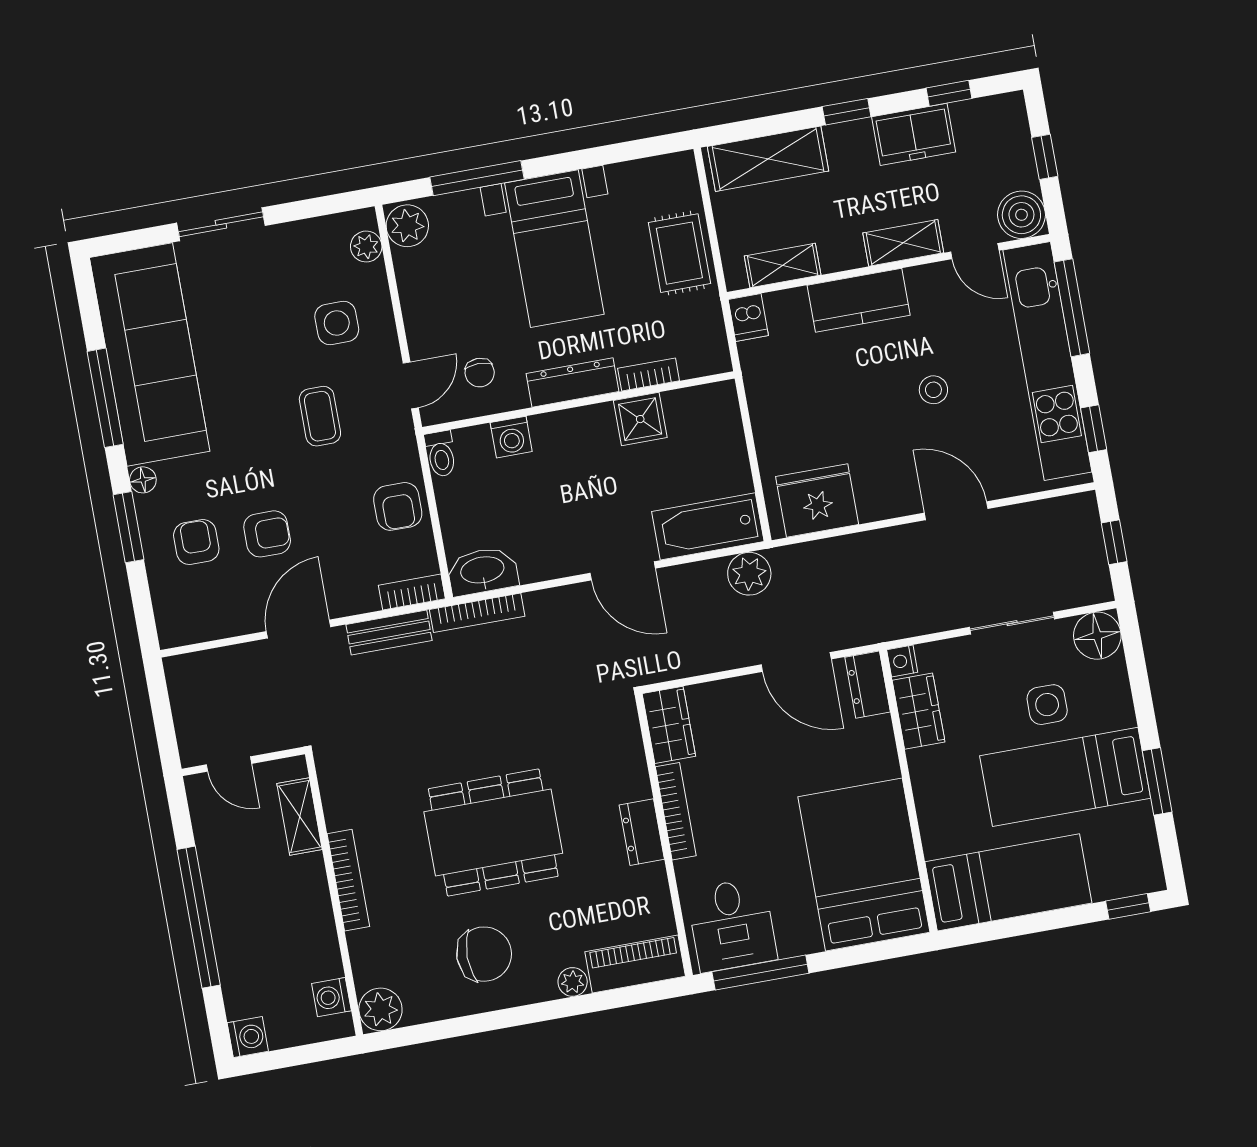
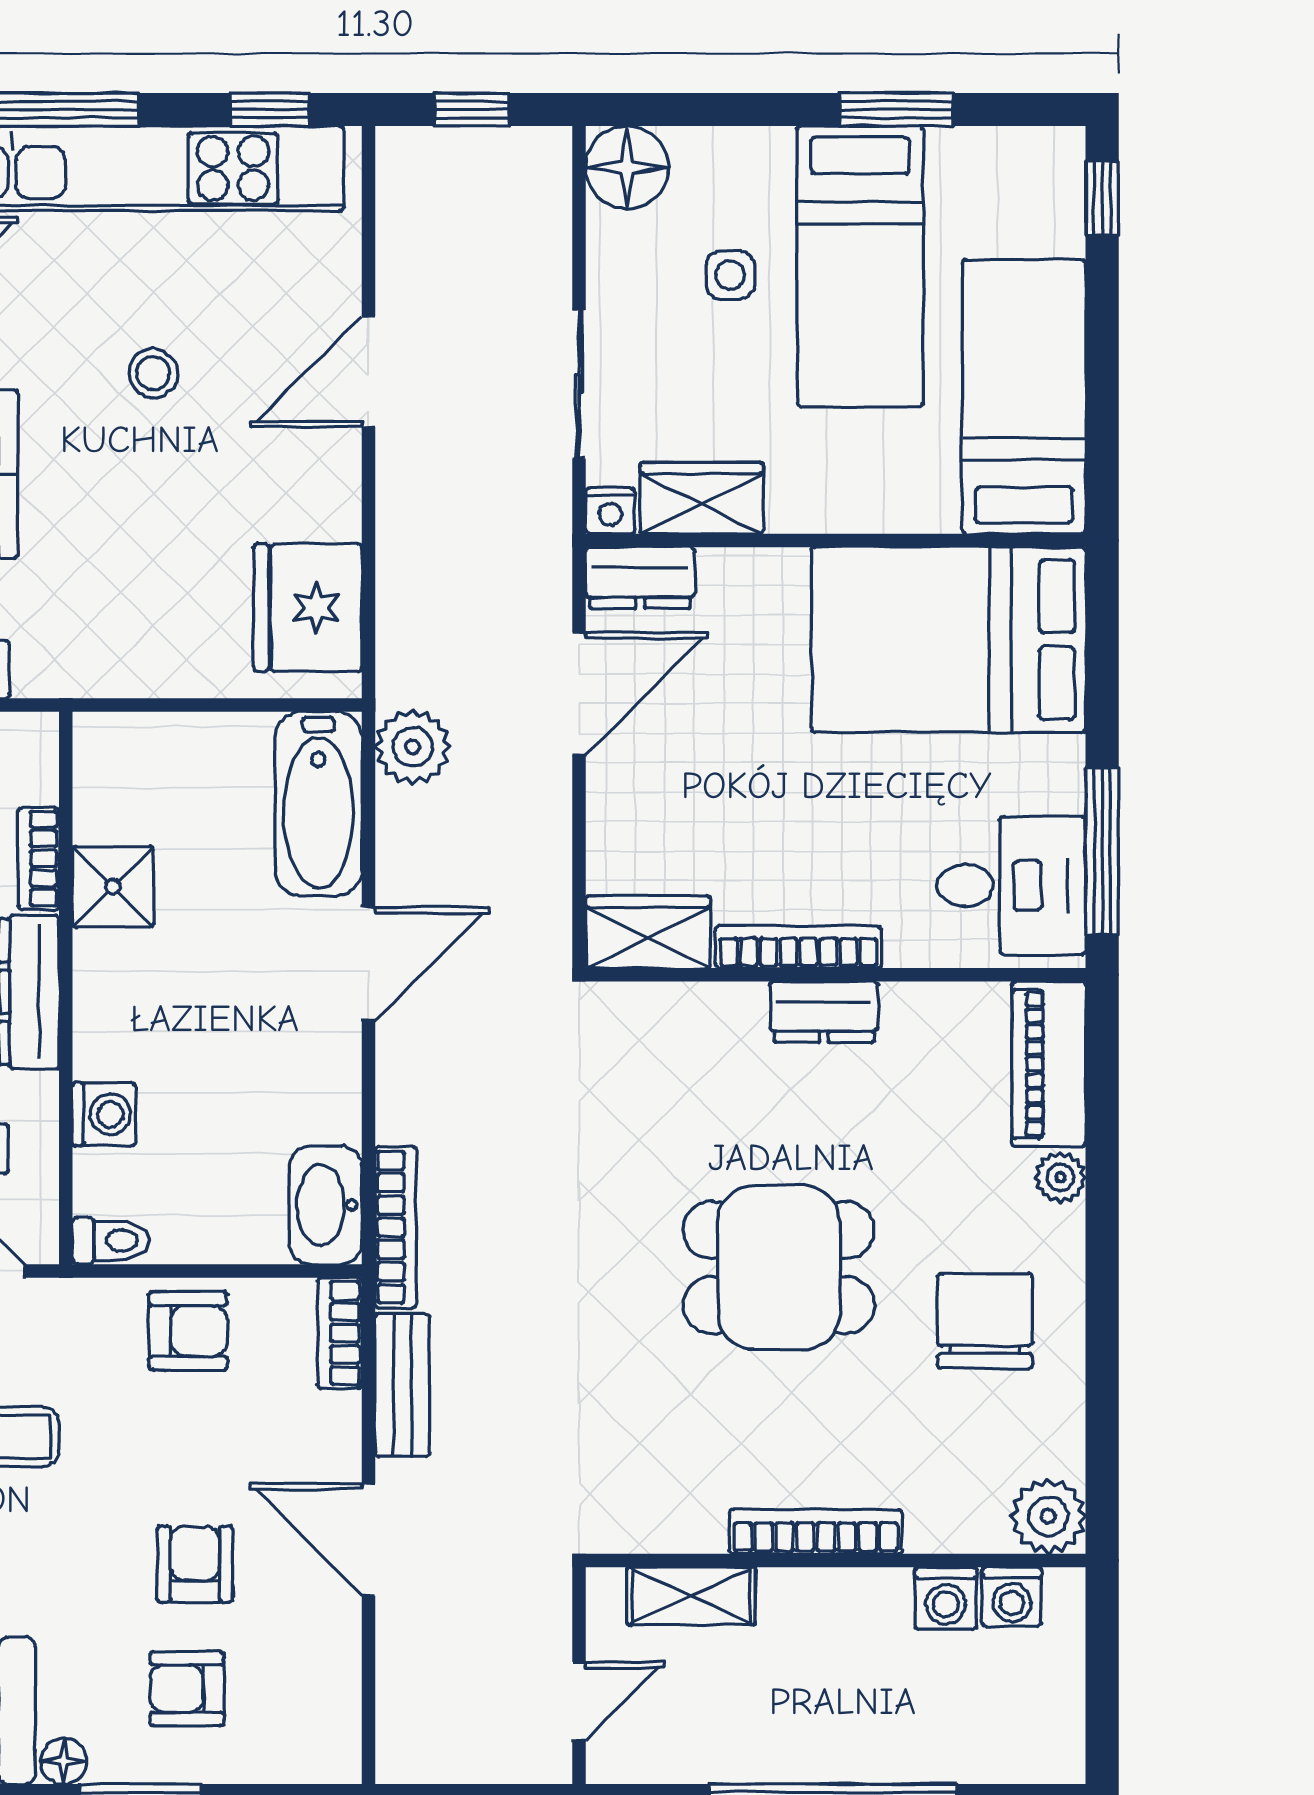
sliding door: (1012, 623) -> (579, 384), moved
side table: (1047, 705) -> (730, 275), width x0.73, depth x0.73
dining table: (493, 833) -> (779, 1268), width x0.73
washing machine: (248, 1037) -> (946, 1598), moved, turned 180

